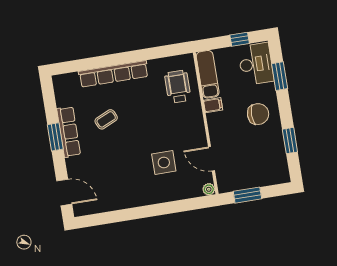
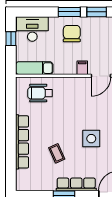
window: (280, 76) -> (69, 12), moved
filing cabinet: (213, 105) -> (82, 68), moved
row of seats: (69, 132) -> (76, 184), moved
side table: (164, 162) -> (91, 139), moved

